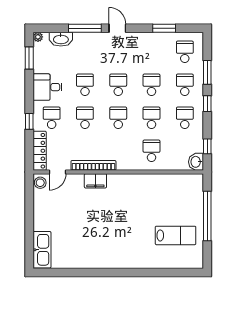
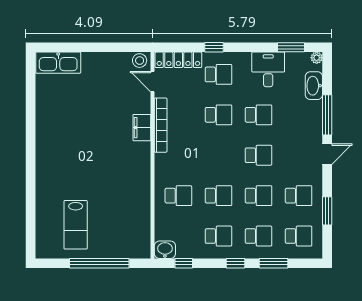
desk: (47, 87) -> (268, 69), moved
school desk: (118, 118) -> (299, 196), moved

